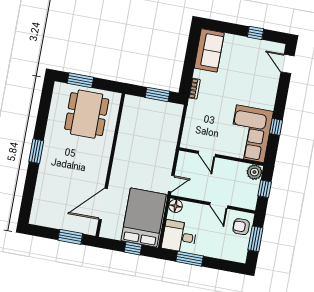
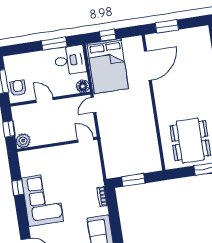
corner sofa: (250, 134) -> (43, 200), moved
door: (207, 154) -> (86, 140), moved
armchair: (241, 227) -> (18, 88), turned -90

